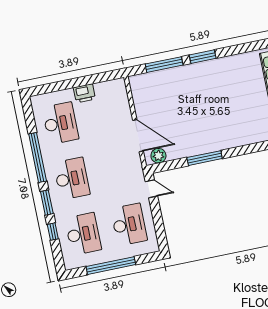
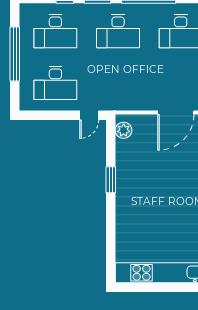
door: (138, 136) -> (176, 113), moved
window: (205, 158) -> (111, 180), width x0.69

